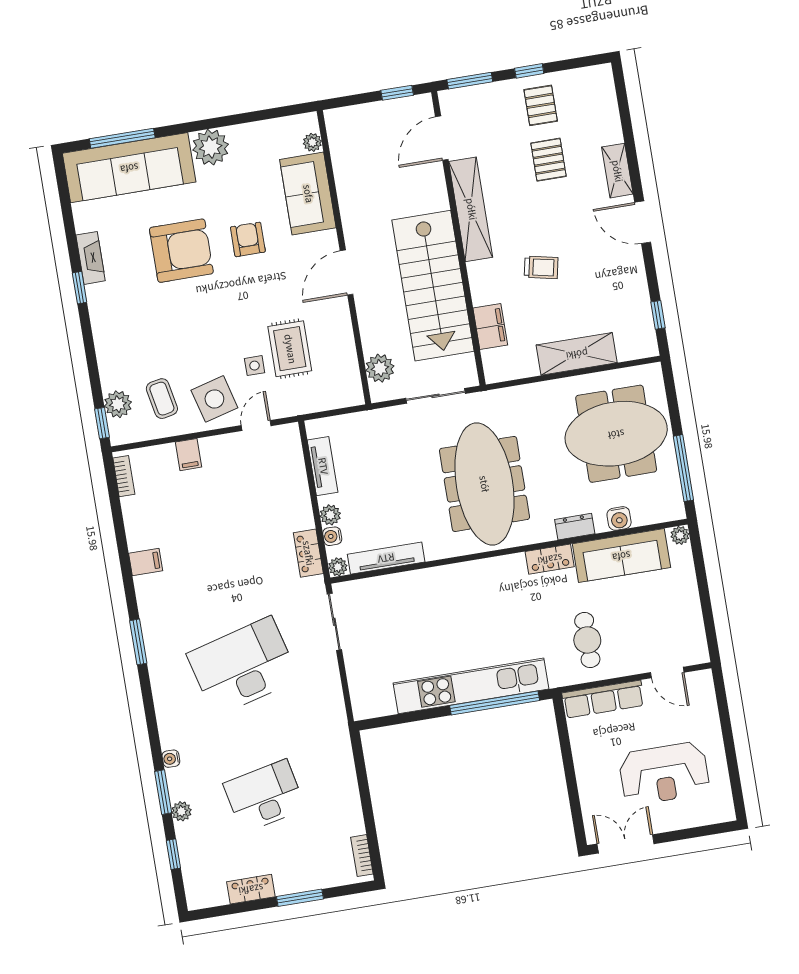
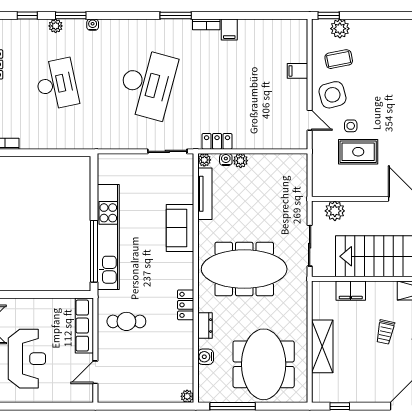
tv unit: (323, 466) -> (275, 161), removed
bookcase: (124, 476) -> (206, 24), moved
sofa: (621, 556) -> (180, 228), moved, width x0.73
desk: (243, 666) -> (147, 84), turned 30
reception desk: (664, 773) -> (27, 359), turned 180

